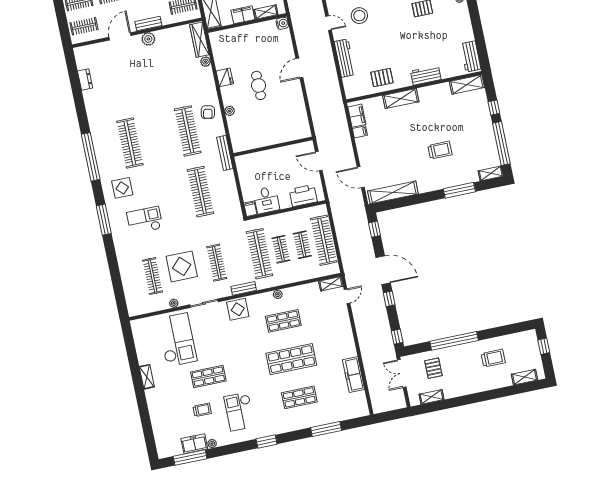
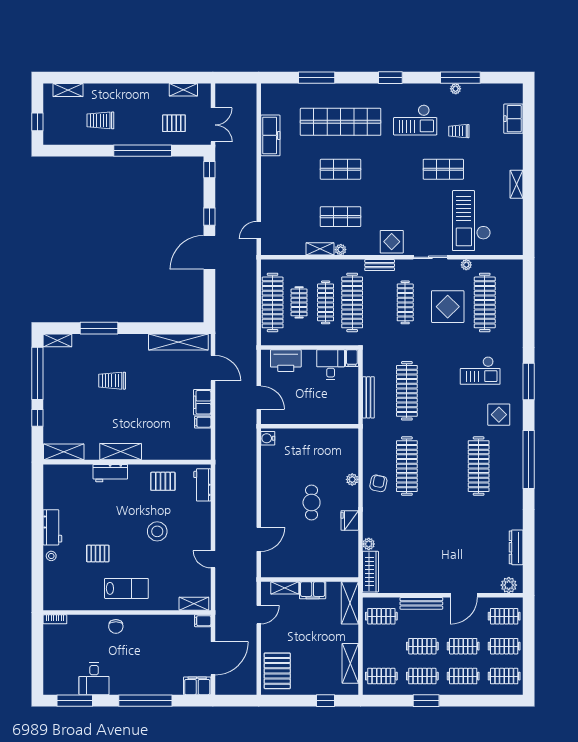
stool: (359, 16) -> (157, 531), moved
water cooler: (282, 23) -> (268, 438), moved
bench: (148, 24) -> (421, 603), width x1.36
plant: (148, 39) -> (509, 585), moved
workbench: (471, 56) -> (52, 527), moved
workbench: (345, 58) -> (202, 485), moved, width x0.73
door: (299, 68) -> (259, 539), moved
dresser: (85, 80) -> (516, 547), width x1.44
shelving: (401, 99) -> (121, 452), moved
filing cabinet: (357, 116) -> (202, 402), moved
bench: (225, 153) -> (368, 397), moved
window: (375, 229) -> (209, 303), removed
clothes rail: (281, 249) -> (326, 302), width x1.36
door: (383, 270) -> (209, 252), hinge flipped
clothes rail: (153, 276) -> (485, 302), width x1.37, depth x1.31
shelving: (331, 284) -> (320, 249), moved
shop shelf: (291, 359) -> (341, 169), width x0.70, depth x0.74
pallet: (433, 368) -> (174, 123), turned 90
shop shelf: (299, 397) -> (341, 122), width x2.00, depth x1.36
checkout: (239, 412) -> (415, 120), turned 90
freezer: (194, 444) -> (513, 119), moved, turned 90
window: (190, 457) -> (460, 78), moved

